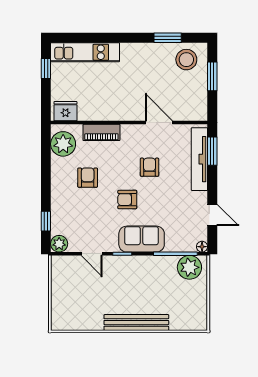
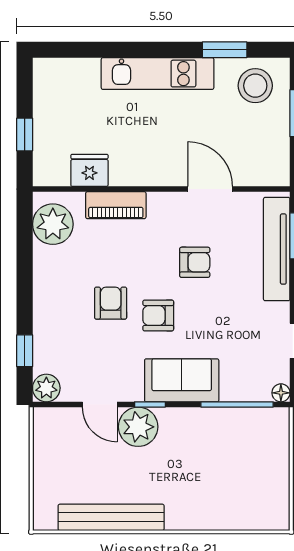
kitchen unit: (85, 52) -> (158, 74), moved
window: (46, 68) -> (25, 135), moved
fridge: (65, 111) -> (89, 170), moved
armchair: (150, 167) -> (195, 262), turned 90
armchair: (88, 178) -> (111, 303), moved
plant: (189, 267) -> (138, 427), moved
bench: (136, 323) -> (111, 517), moved

